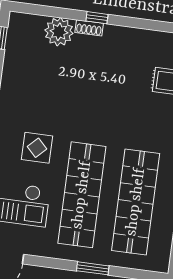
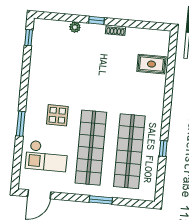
shoe rack: (89, 28) -> (115, 30), moved
plant: (59, 32) -> (75, 27), width x0.53, depth x0.53

